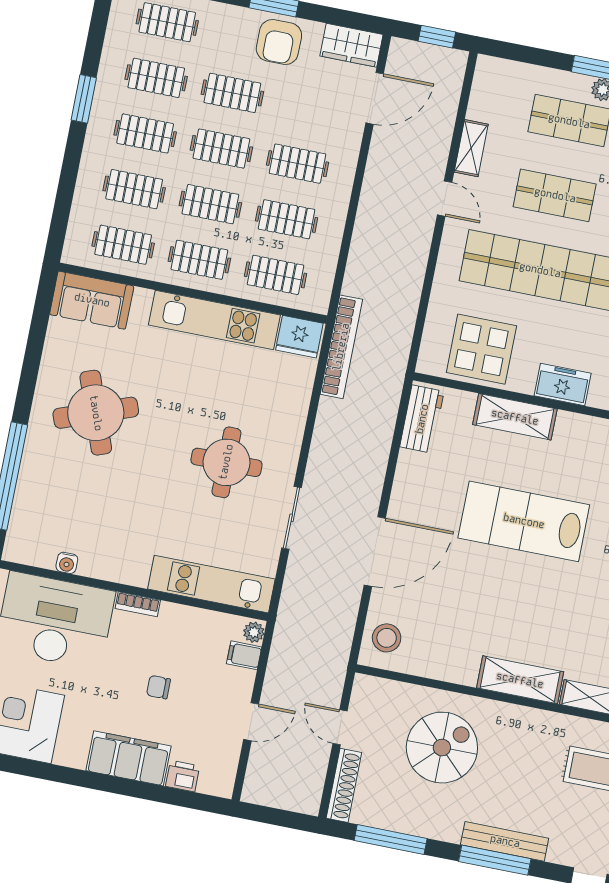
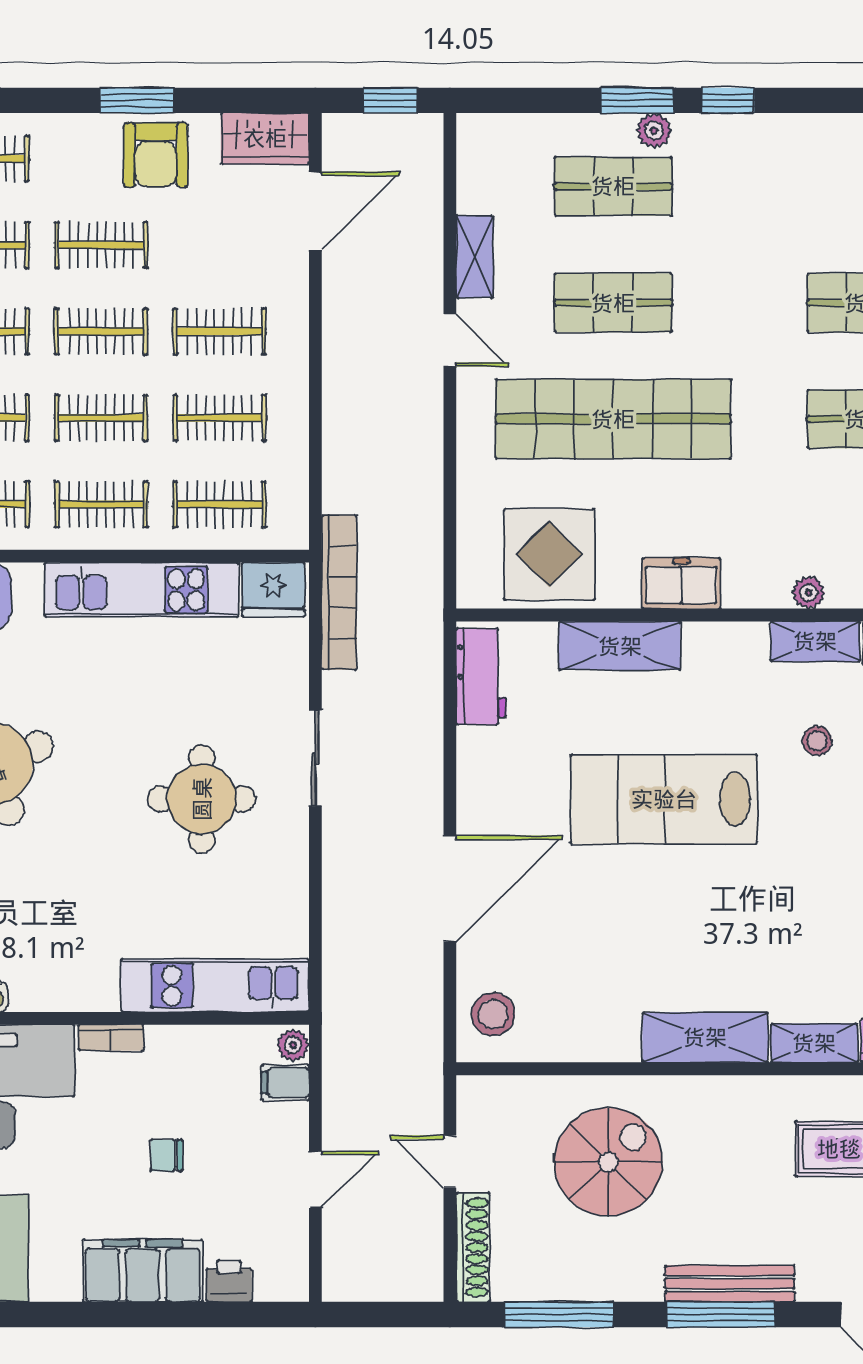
sliding door: (292, 518) -> (315, 758), moved

